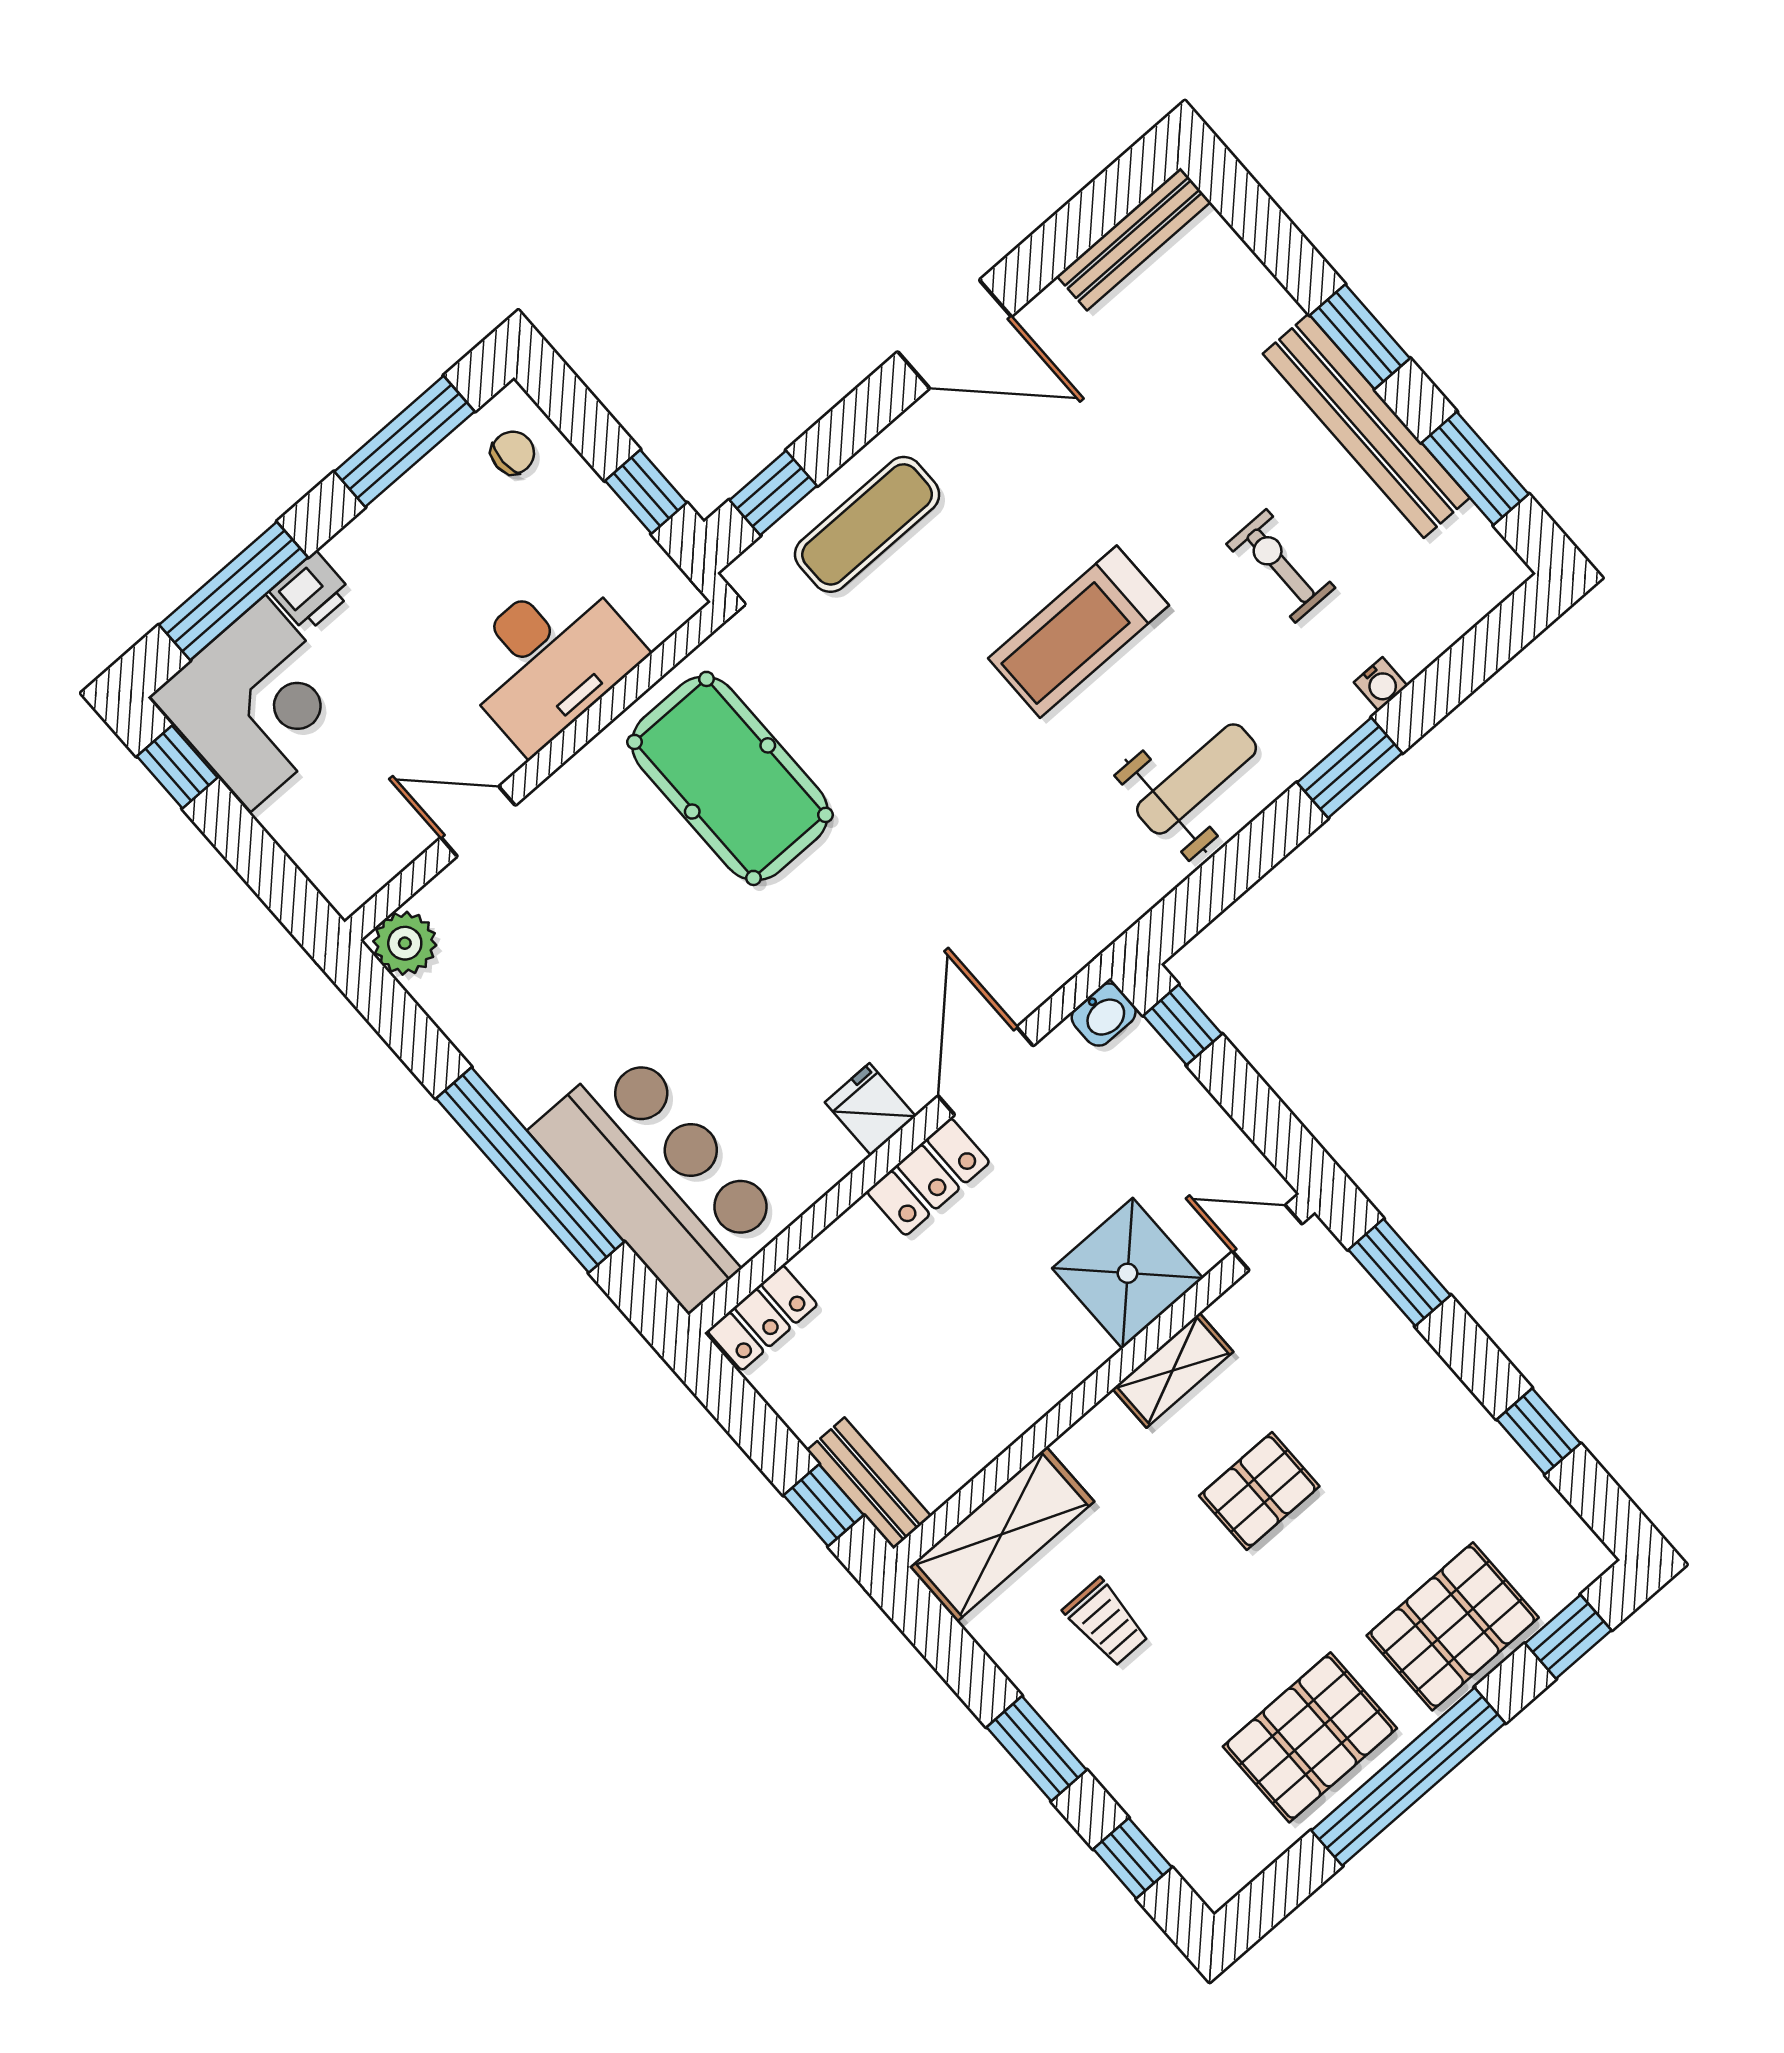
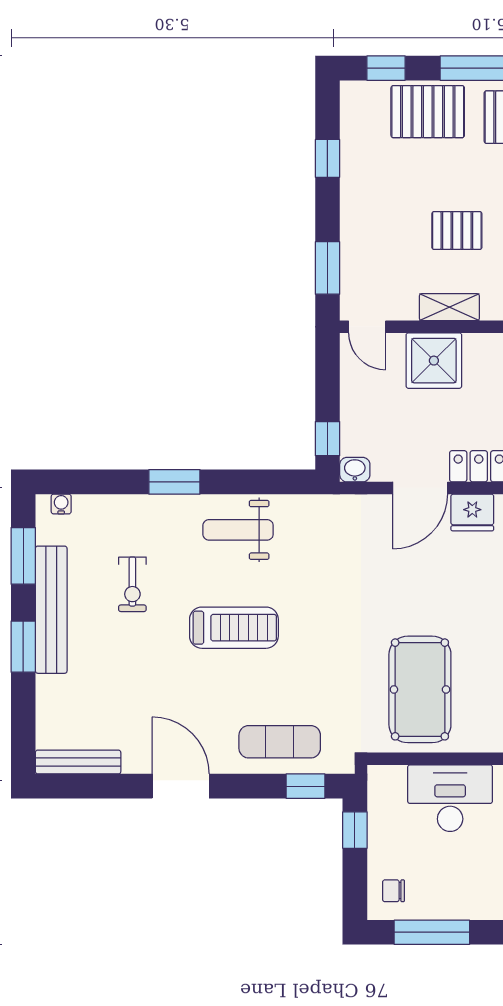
water cooler: (1381, 684) -> (61, 504), moved
fridge: (870, 1109) -> (472, 512), width x1.38

